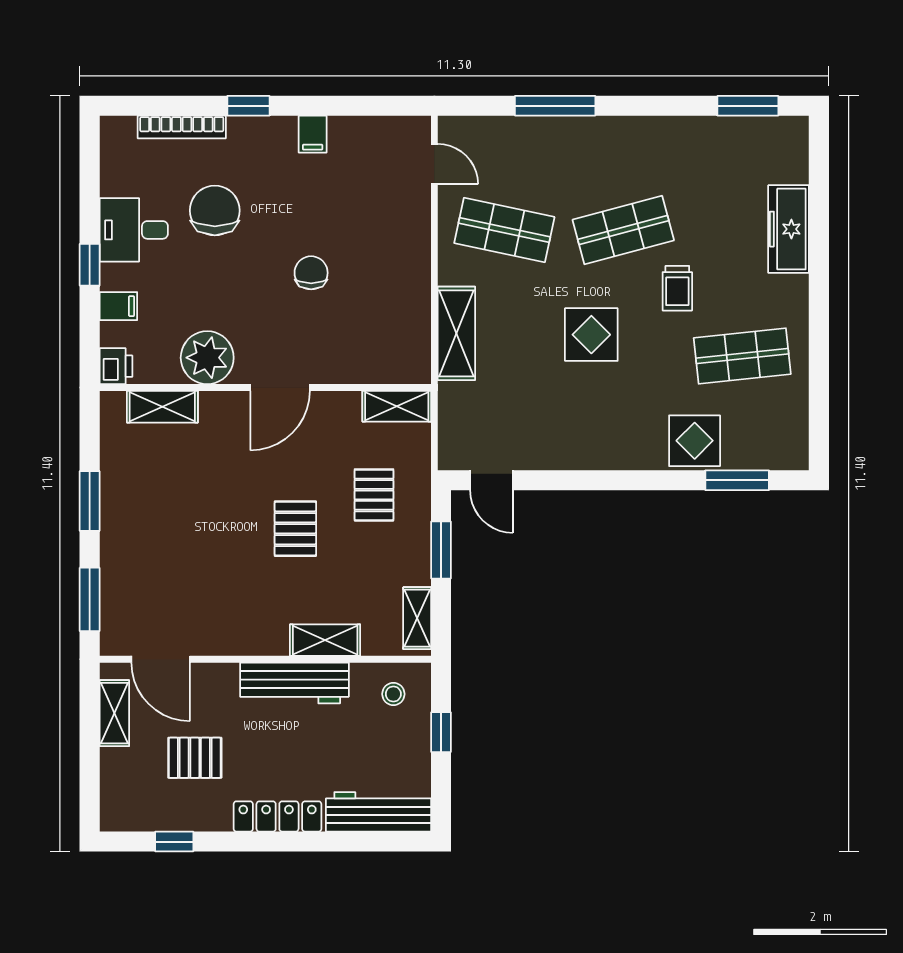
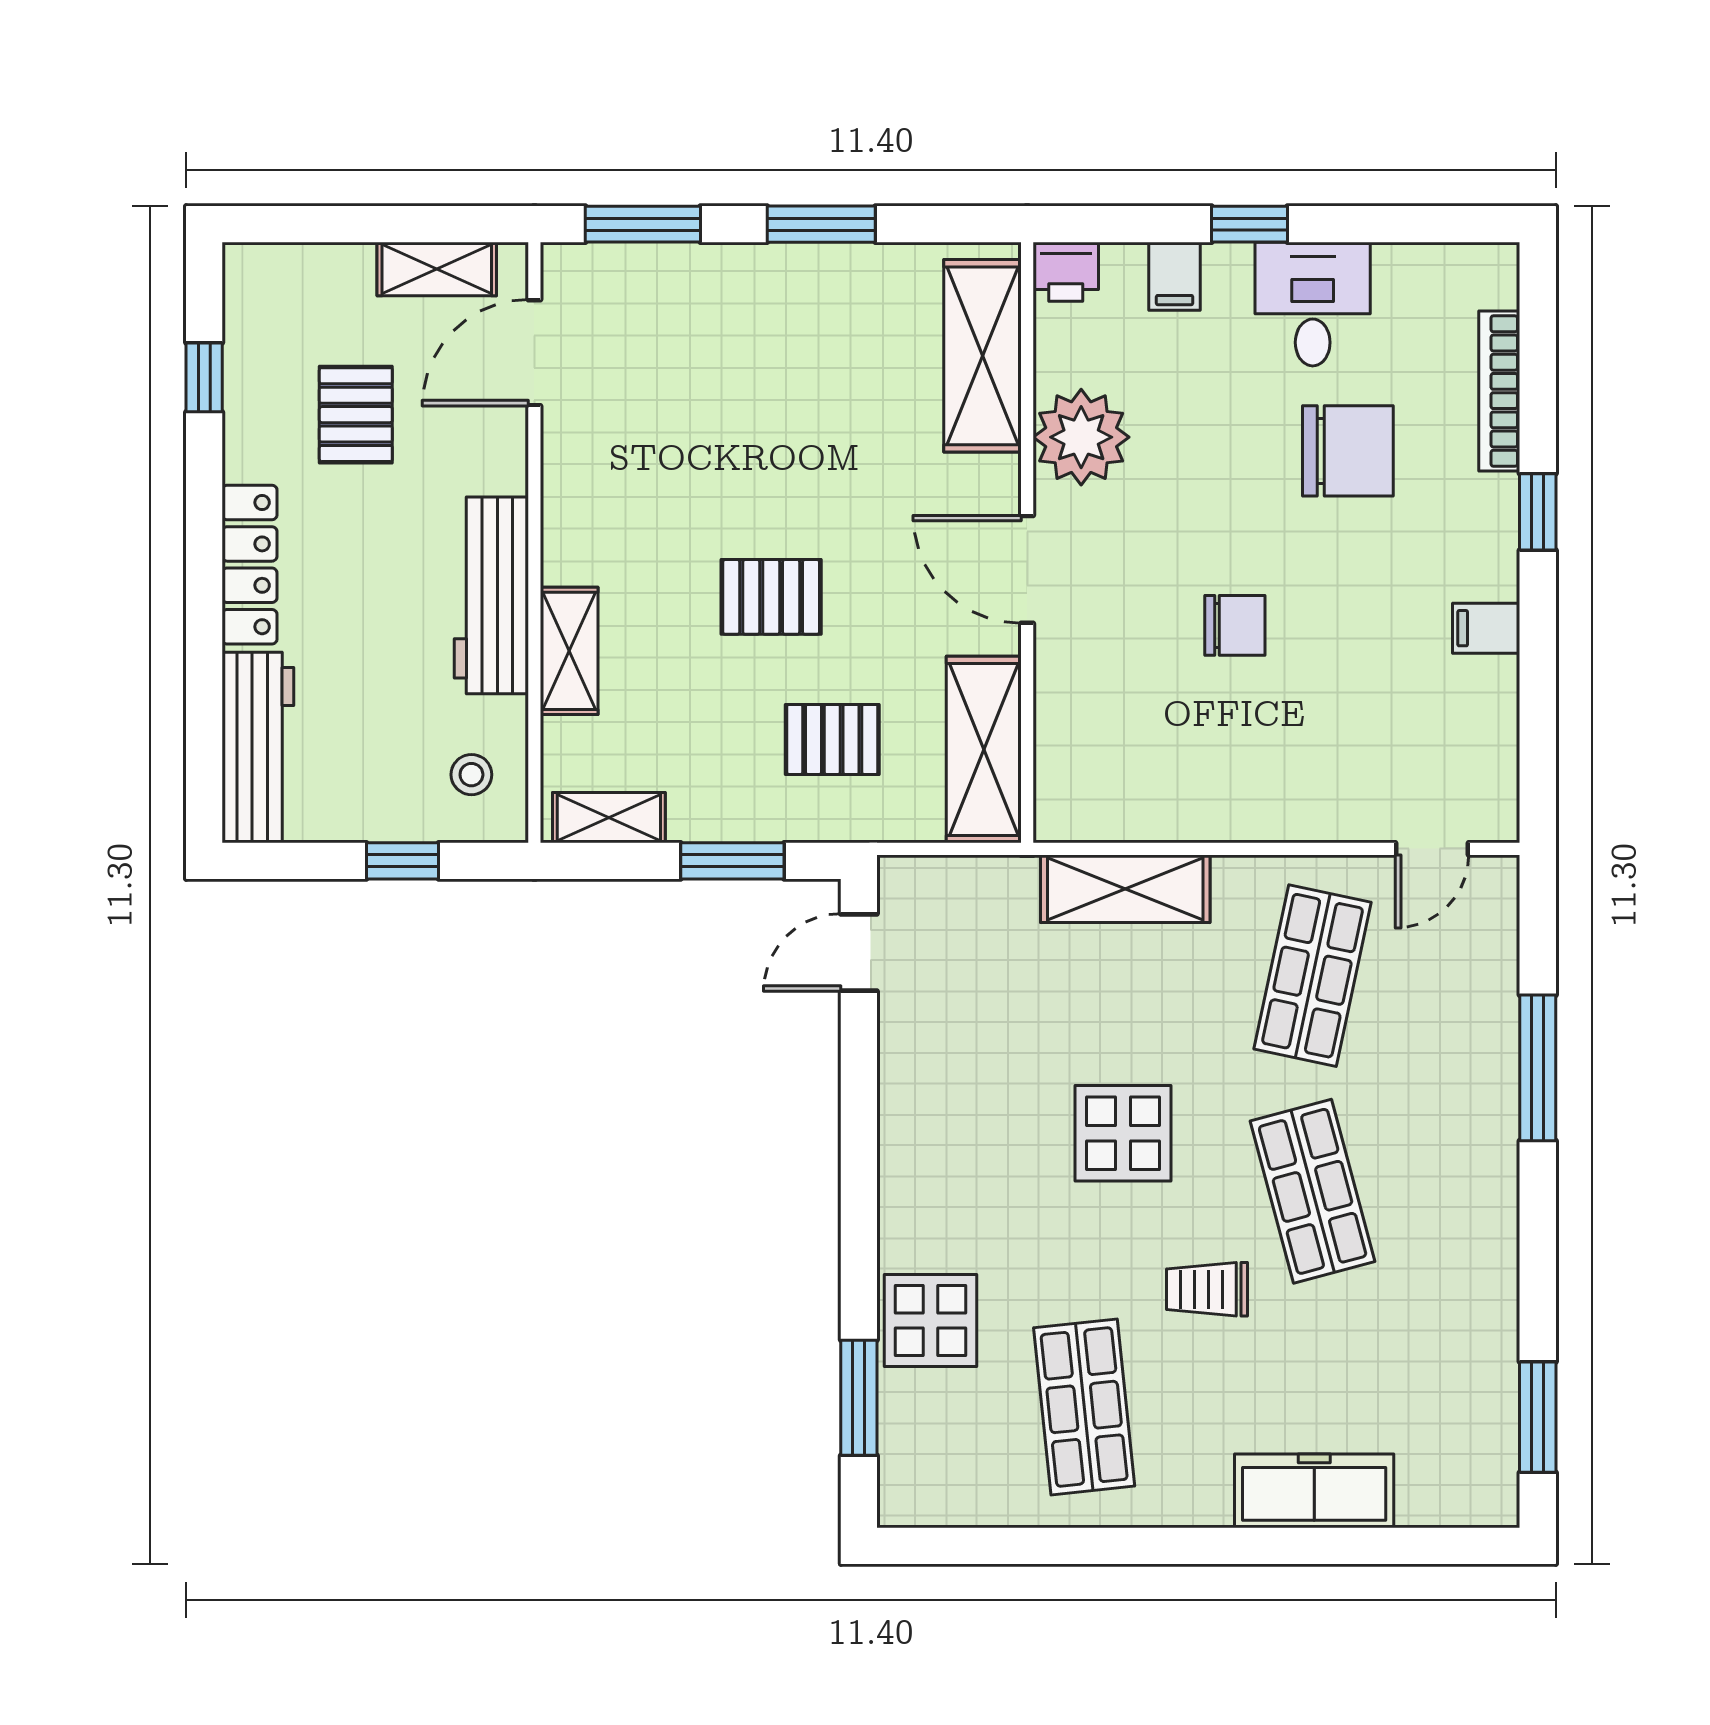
shelving: (397, 406) -> (984, 750), width x1.50, depth x1.33
shelving: (162, 407) -> (983, 356), width x1.50, depth x1.33

